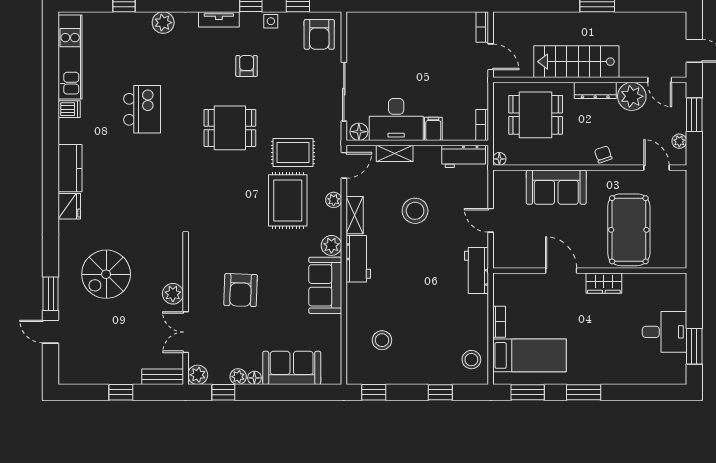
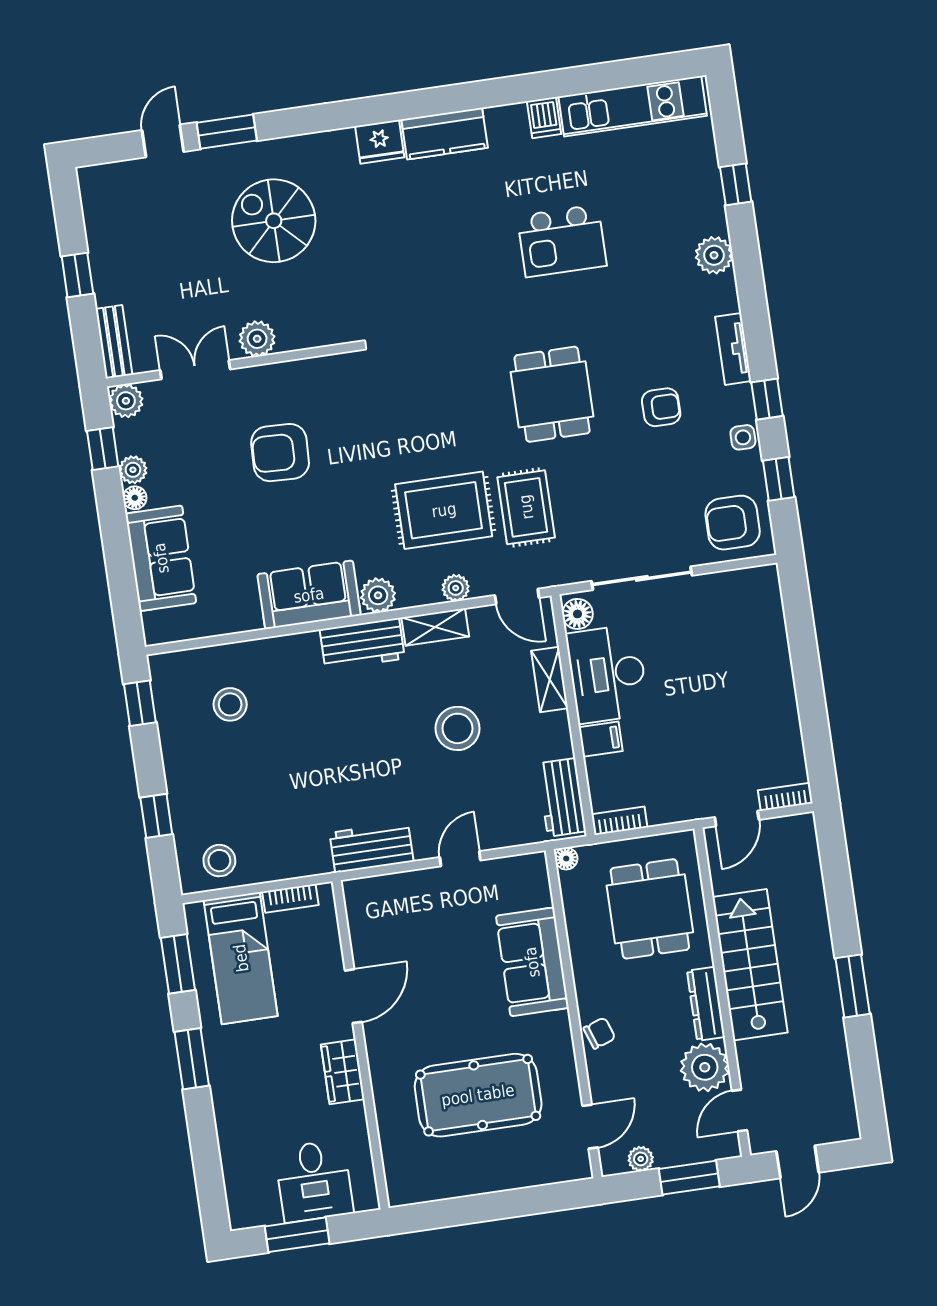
door: (561, 271) -> (353, 996), moved
wall: (590, 271) -> (361, 1045), moved
wardrobe: (604, 283) -> (343, 1072), moved

